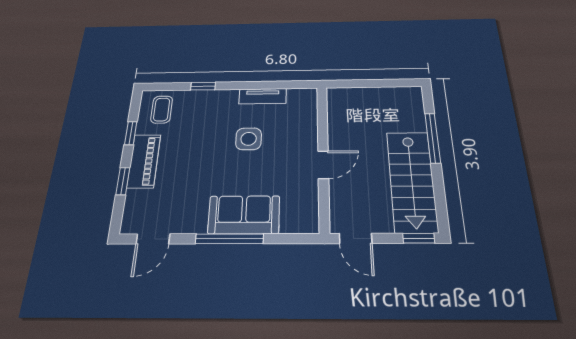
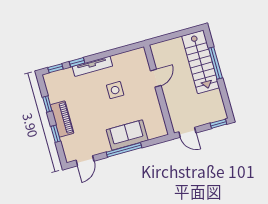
window: (166, 87) -> (55, 68), added
tv unit: (263, 96) -> (92, 66), moved, width x1.41
coffee table: (162, 110) -> (59, 84), removed
door: (323, 165) -> (156, 78), moved
stairs: (412, 181) -> (201, 62), moved

